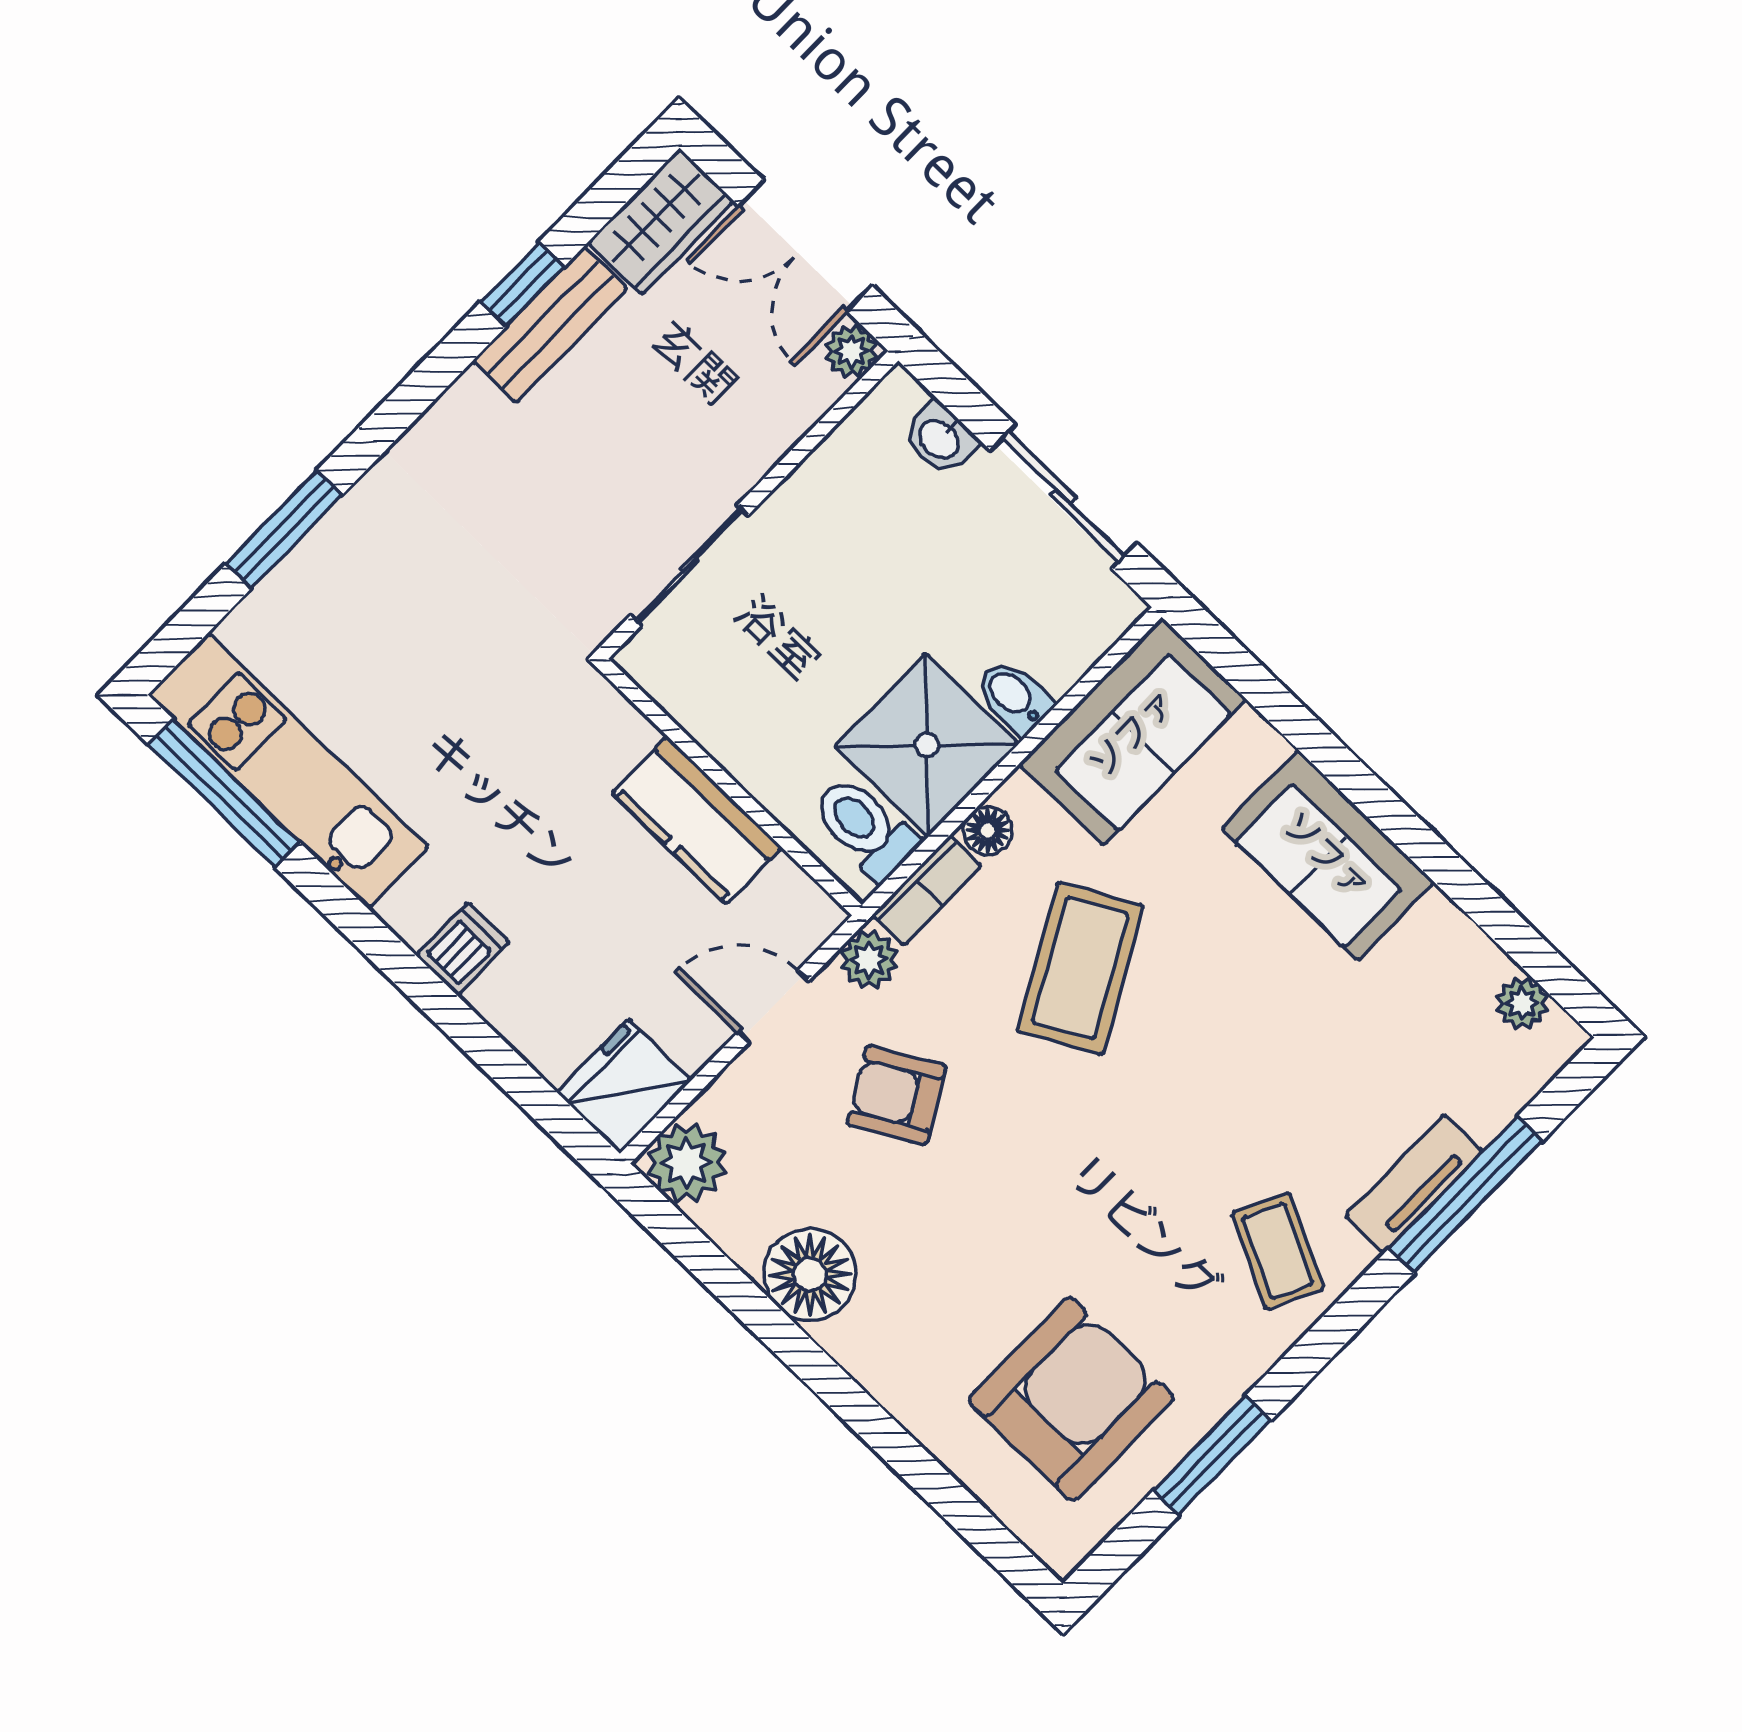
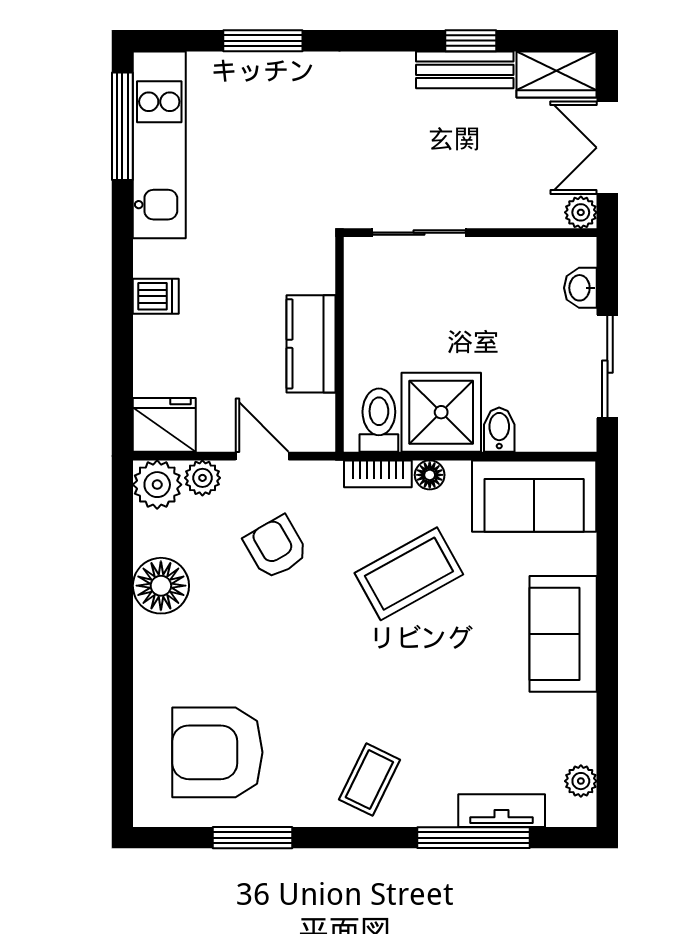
plant: (869, 960) -> (202, 478), moved
tv unit: (1414, 1184) -> (502, 811), moved
armchair: (1071, 1399) -> (217, 752), turned 180

